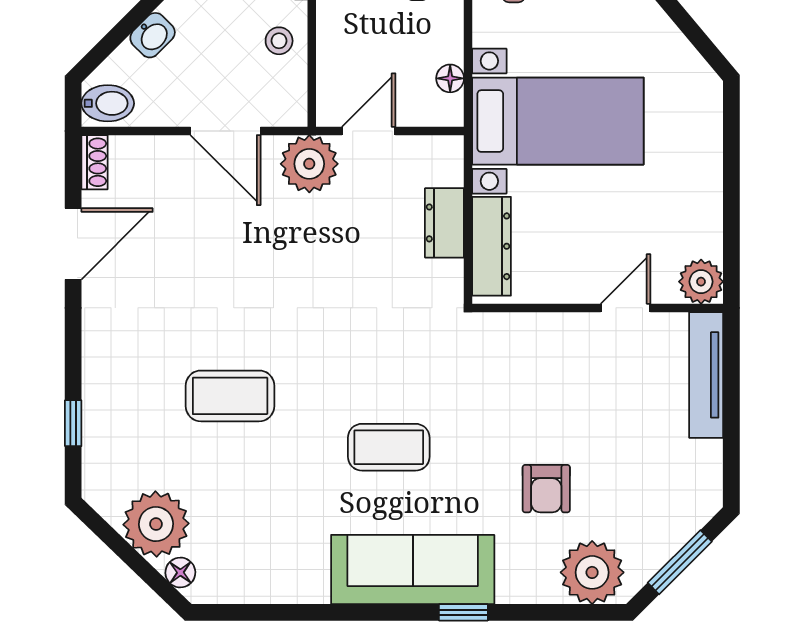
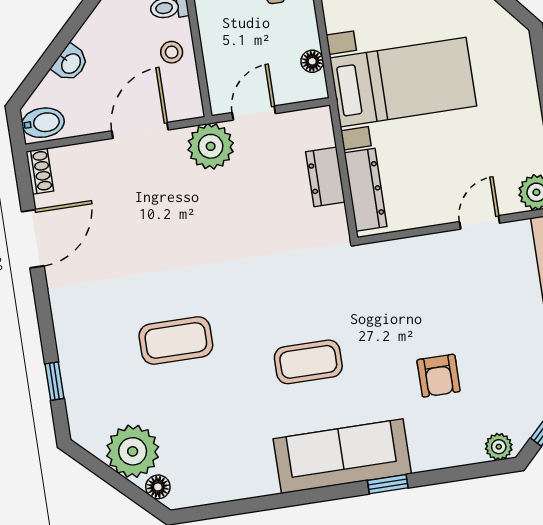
door: (225, 131) -> (140, 130), swing flipped
plant: (592, 572) -> (499, 447), width x0.53, depth x0.53

